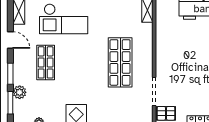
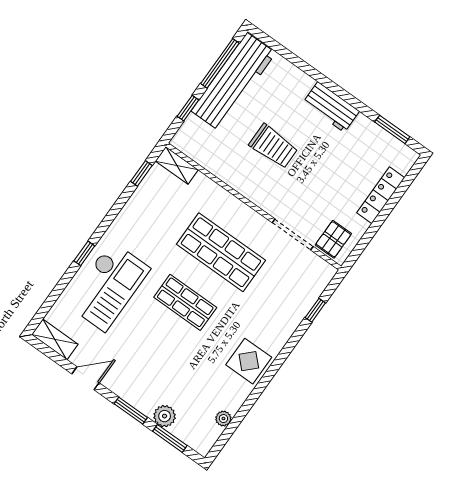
trolley: (191, 51) -> (273, 146), added
shop shelf: (46, 62) -> (185, 302), moved

